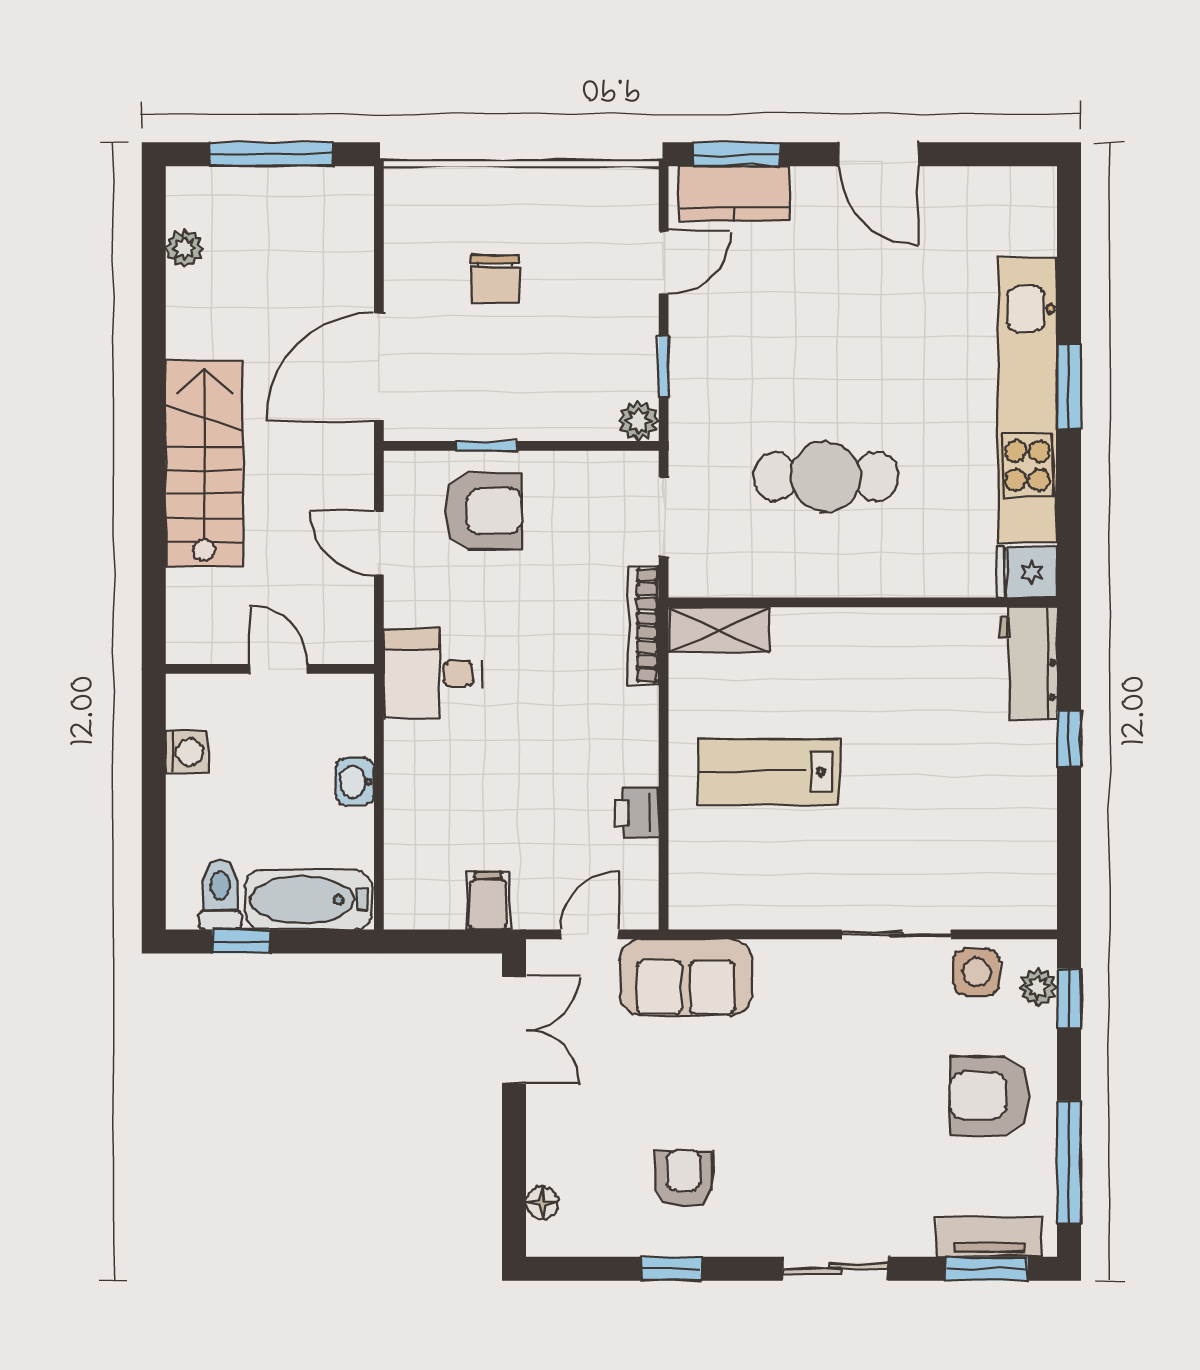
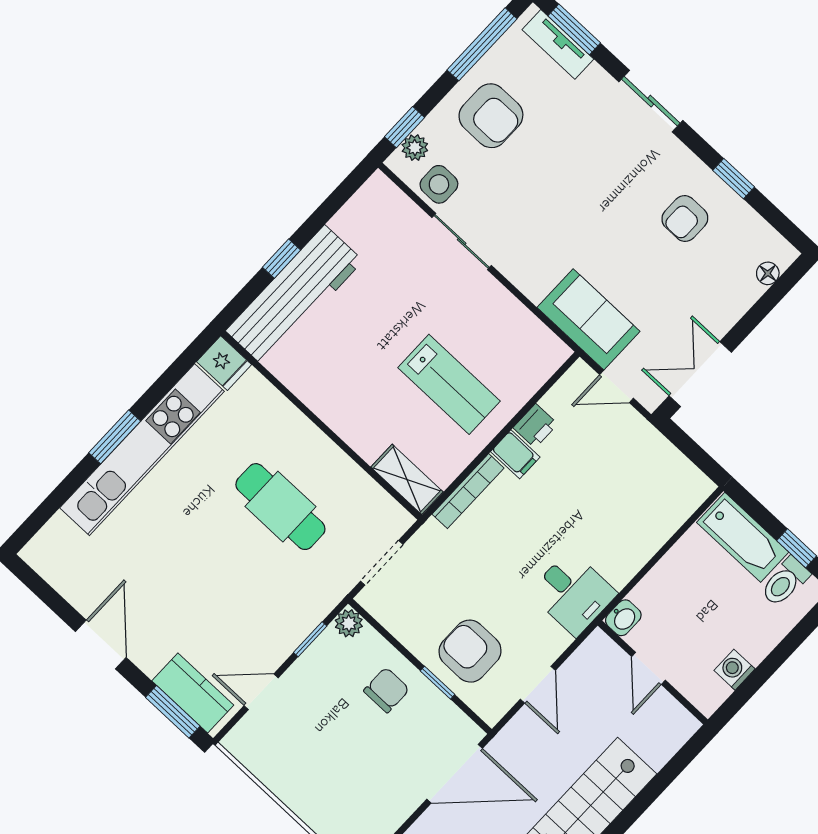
chair: (495, 279) -> (386, 690), moved
bookcase: (643, 625) -> (468, 491), moved
workbench: (1028, 663) -> (294, 296), width x1.88, depth x1.32
washbasin: (355, 782) -> (623, 618), moved
filing cabinet: (488, 901) -> (515, 454), moved, turned -90

